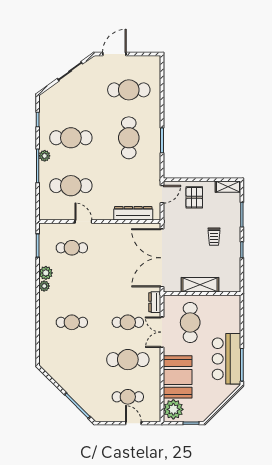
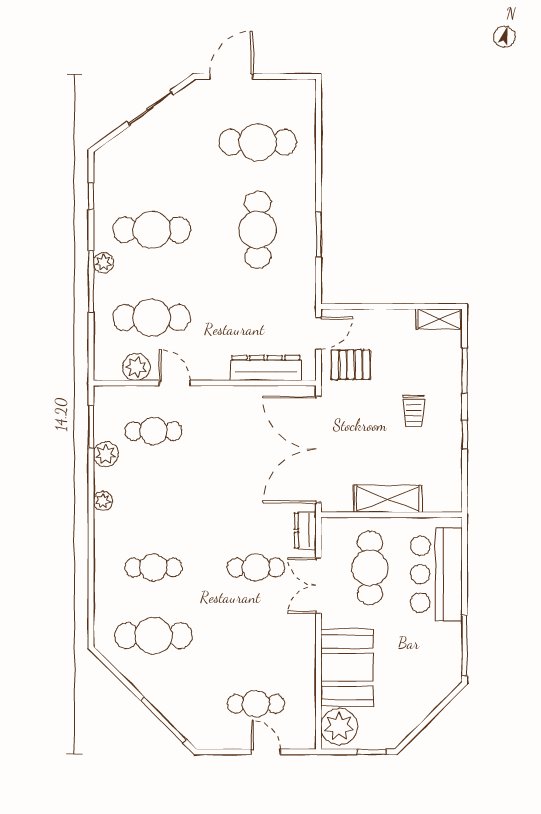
pallet: (194, 197) -> (351, 365), moved, turned 90
plant: (62, 213) -> (136, 367), added
plant: (46, 273) -> (106, 454), moved
bar counter: (226, 359) -> (436, 574), moved
cafe table: (128, 360) -> (153, 636), moved

